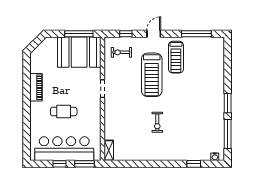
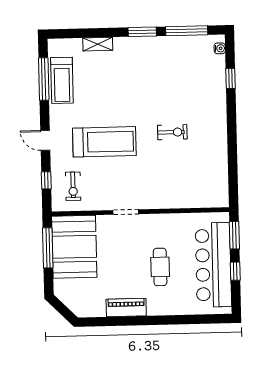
treadmill: (176, 57) -> (62, 80), moved, turned 90
shelving: (109, 150) -> (98, 44), moved

